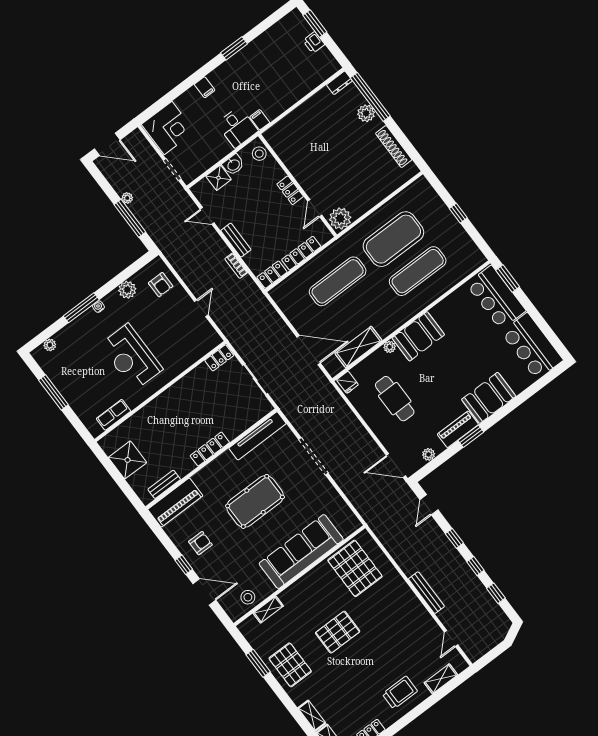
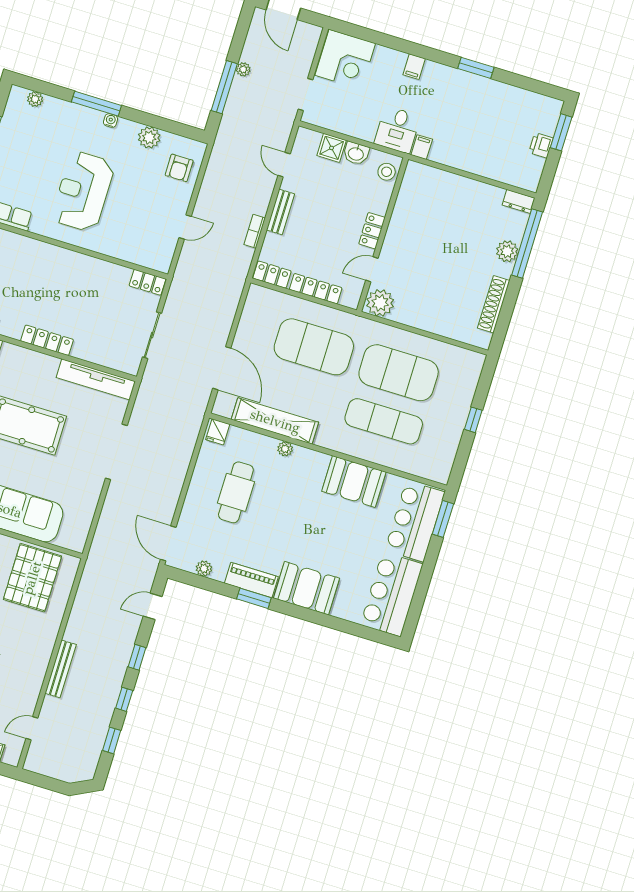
exercise mat: (338, 281) -> (314, 347), width x1.47
booth: (418, 336) -> (354, 482), moved
shelving: (358, 347) -> (275, 421), width x1.47

